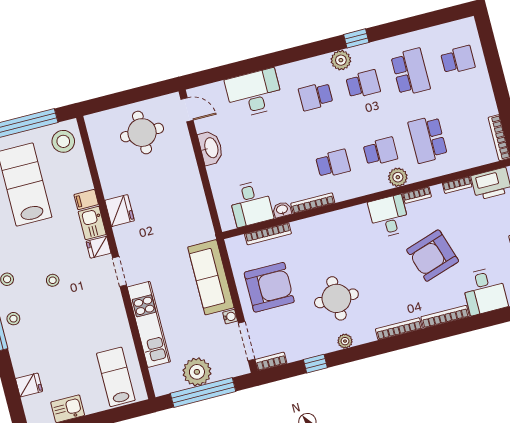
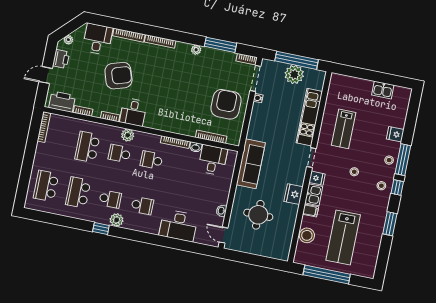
school desk: (458, 60) -> (46, 186), width x1.85
school desk: (363, 84) -> (110, 199), turned 180
round table: (142, 133) -> (258, 215), moved
school desk: (428, 139) -> (87, 147), turned 180
stool: (63, 141) -> (307, 235), moved
washbasin: (211, 148) -> (221, 211), width x0.52, depth x0.69
plant: (398, 177) -> (128, 135), moved
sofa: (211, 277) -> (251, 164), moved
armchair: (269, 287) -> (226, 104), turned 90
round table: (336, 298) -> (189, 78), removed
window: (315, 364) -> (221, 45), width x2.17
lab bench: (116, 377) -> (344, 129), moved
fridge: (29, 385) -> (395, 134), moved

